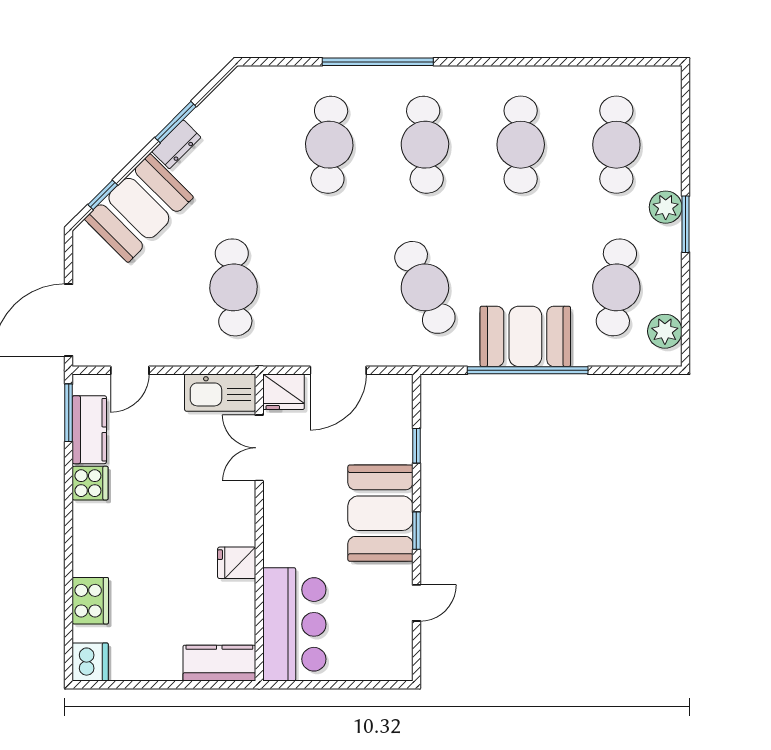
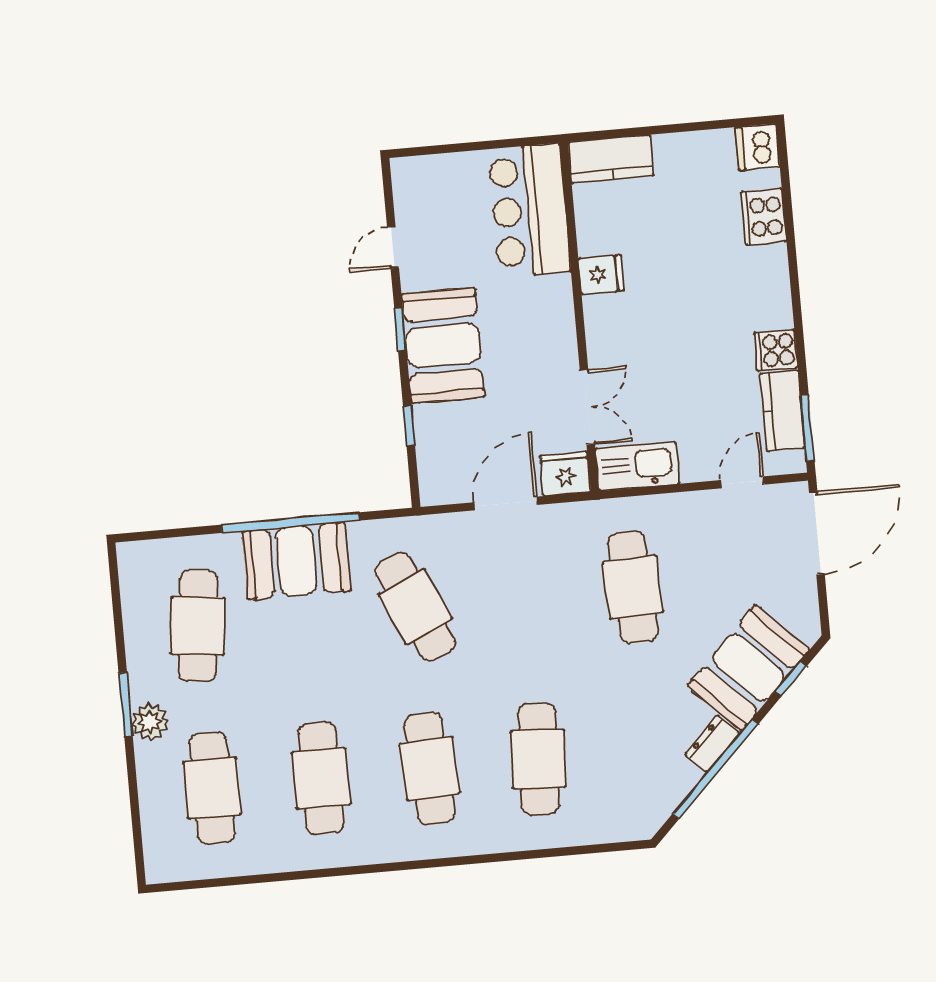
window: (378, 62) -> (492, 858), removed
window: (175, 122) -> (715, 769), width x2.11
plant: (665, 331) -> (138, 581), removed

